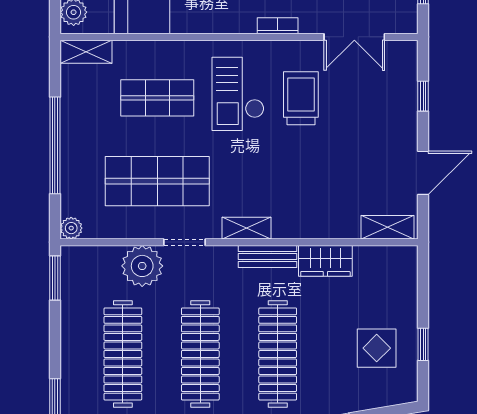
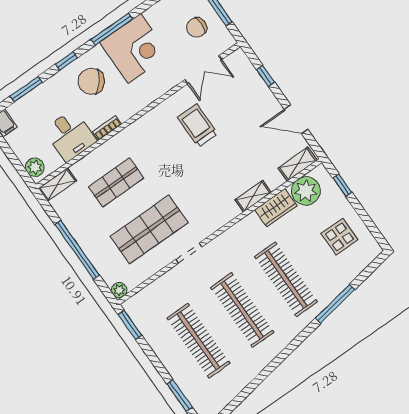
bookcase: (278, 26) -> (107, 128), moved
checkout: (238, 94) -> (160, 148), removed
door: (423, 173) -> (296, 119), swing flipped
shelving: (246, 228) -> (253, 196), moved
bench: (267, 256) -> (241, 228), removed
plant: (142, 266) -> (306, 191), moved
window: (423, 344) -> (342, 185), moved

